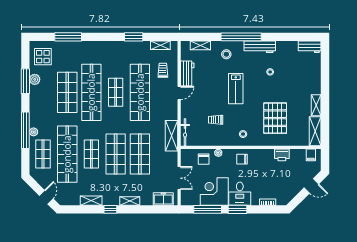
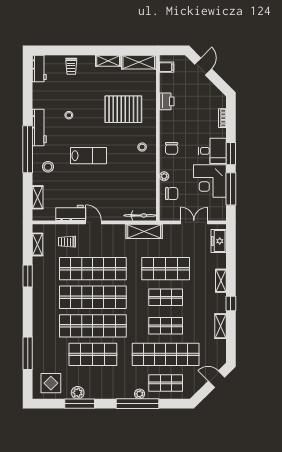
shop shelf: (116, 92) -> (93, 297), width x2.00, depth x1.36
trolley: (216, 120) -> (71, 66), moved
shop shelf: (116, 154) -> (166, 297), width x0.70, depth x0.74

